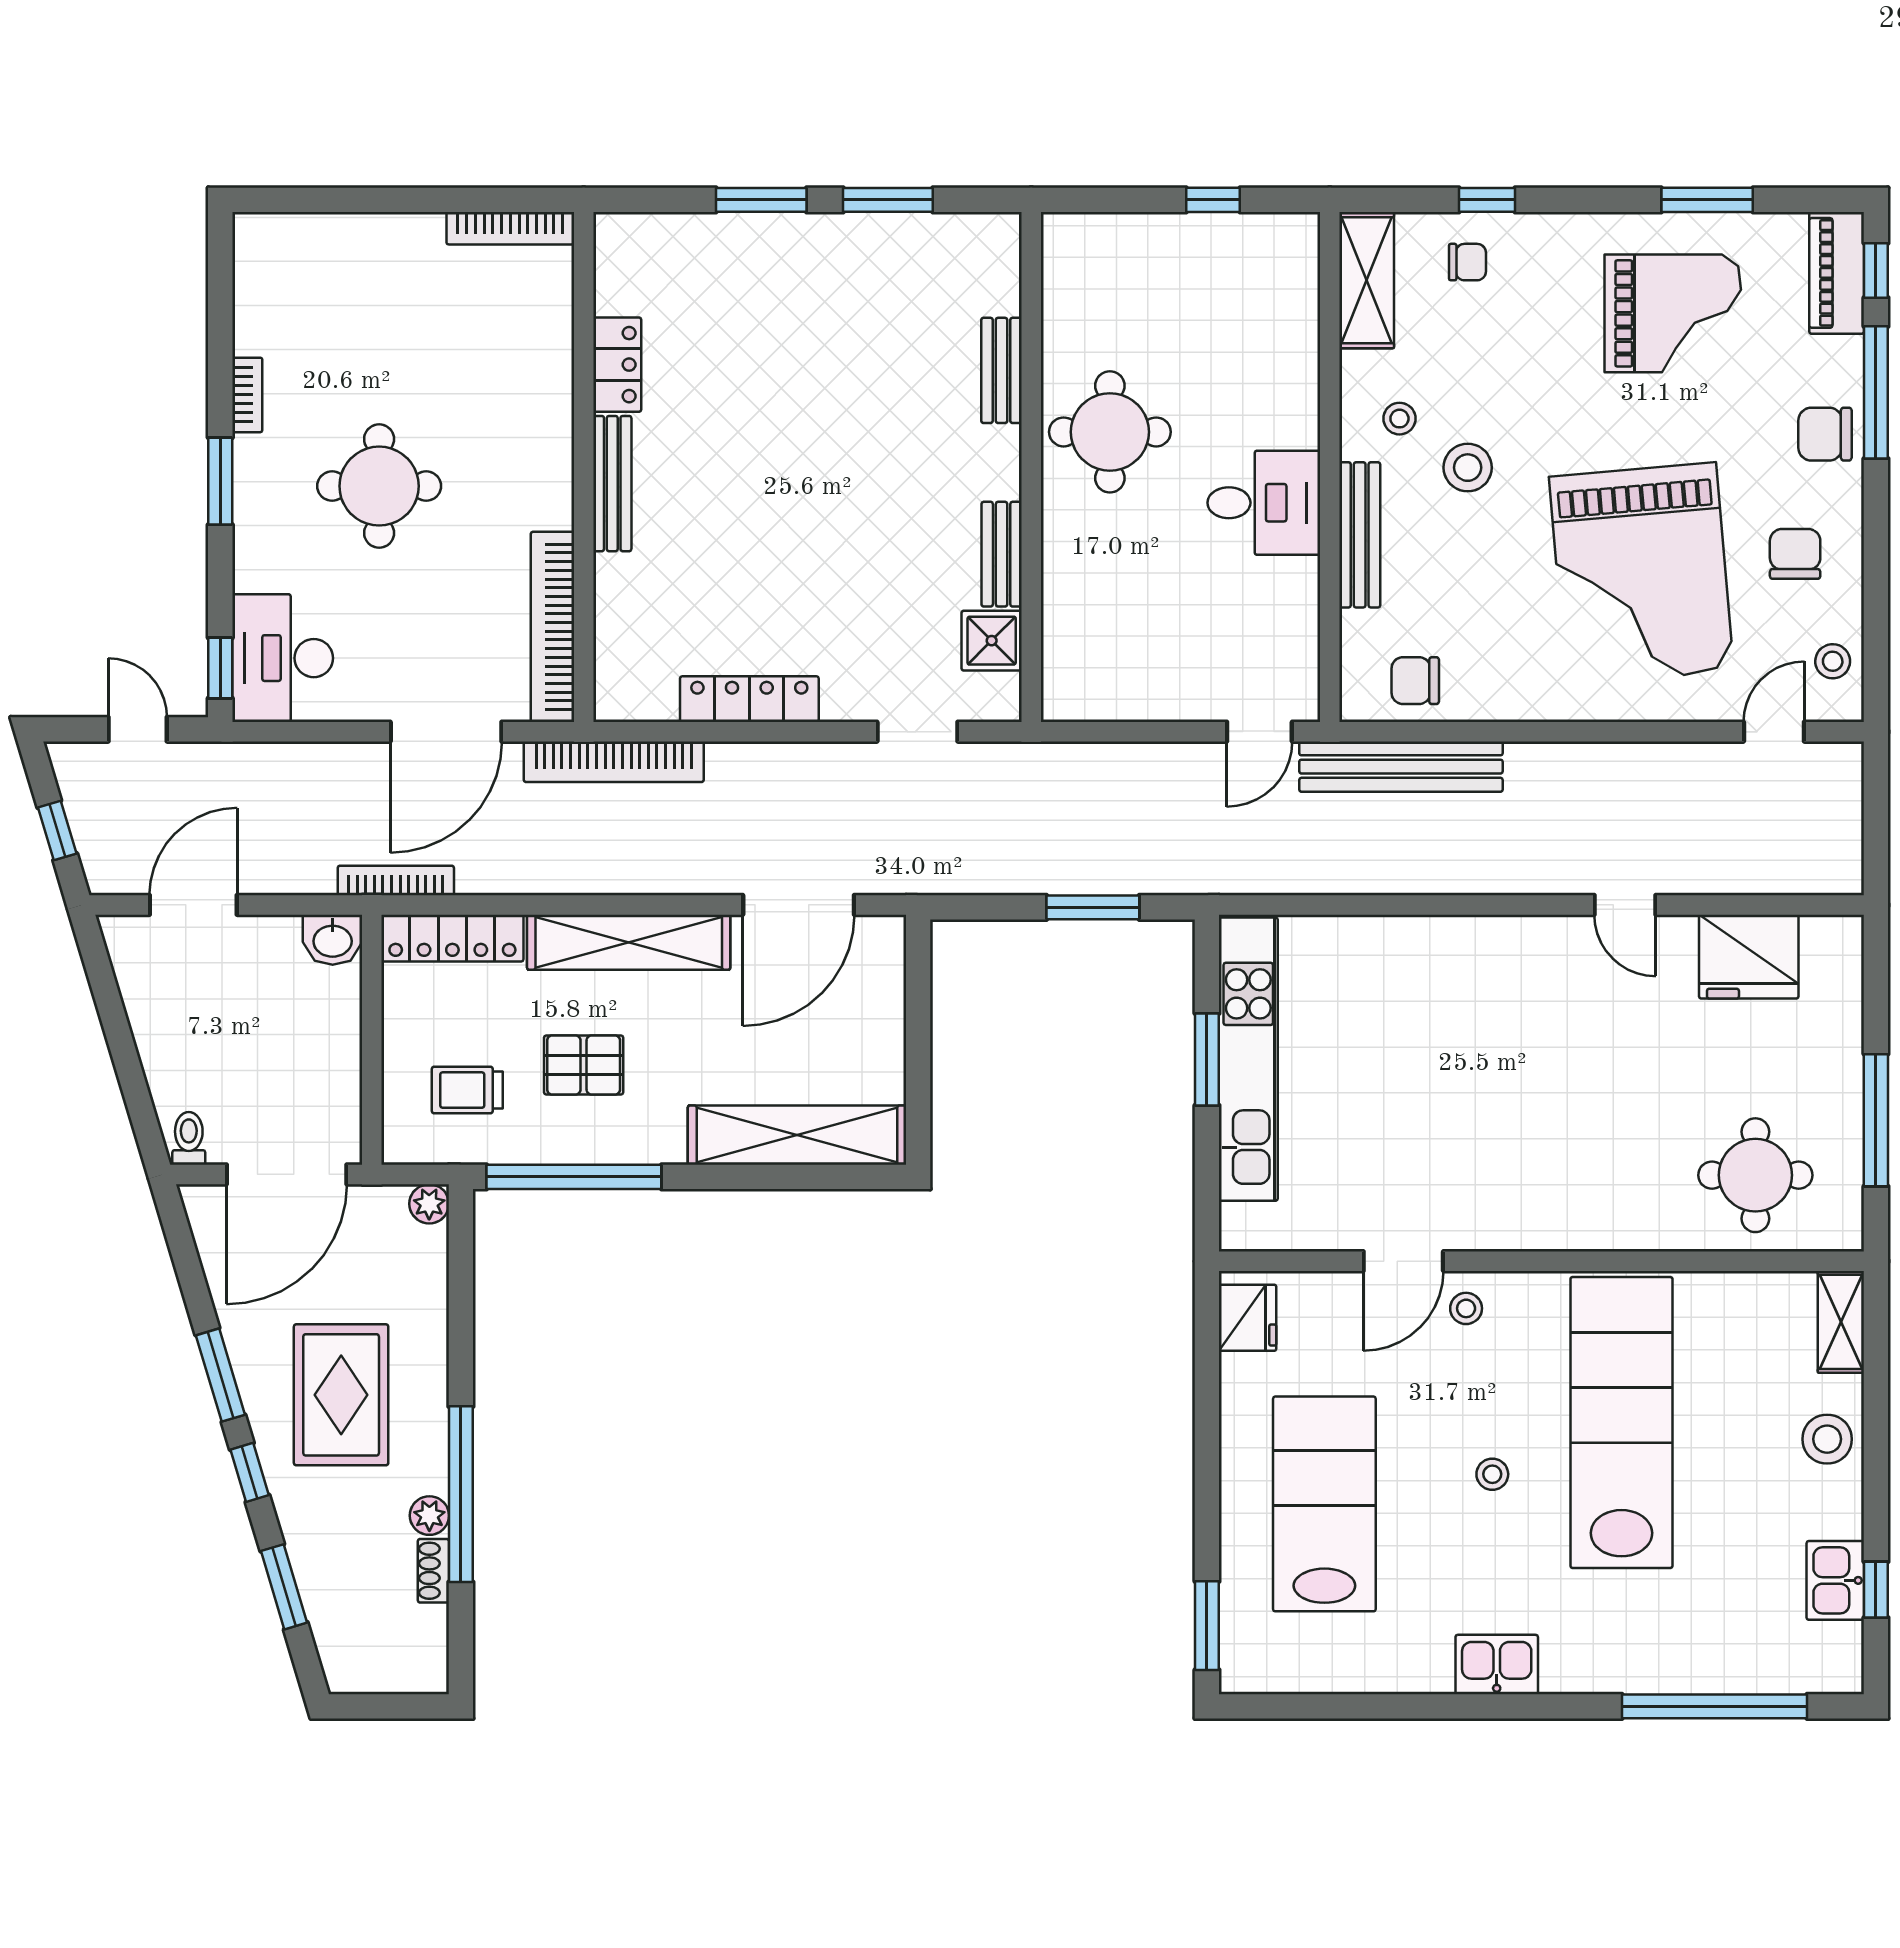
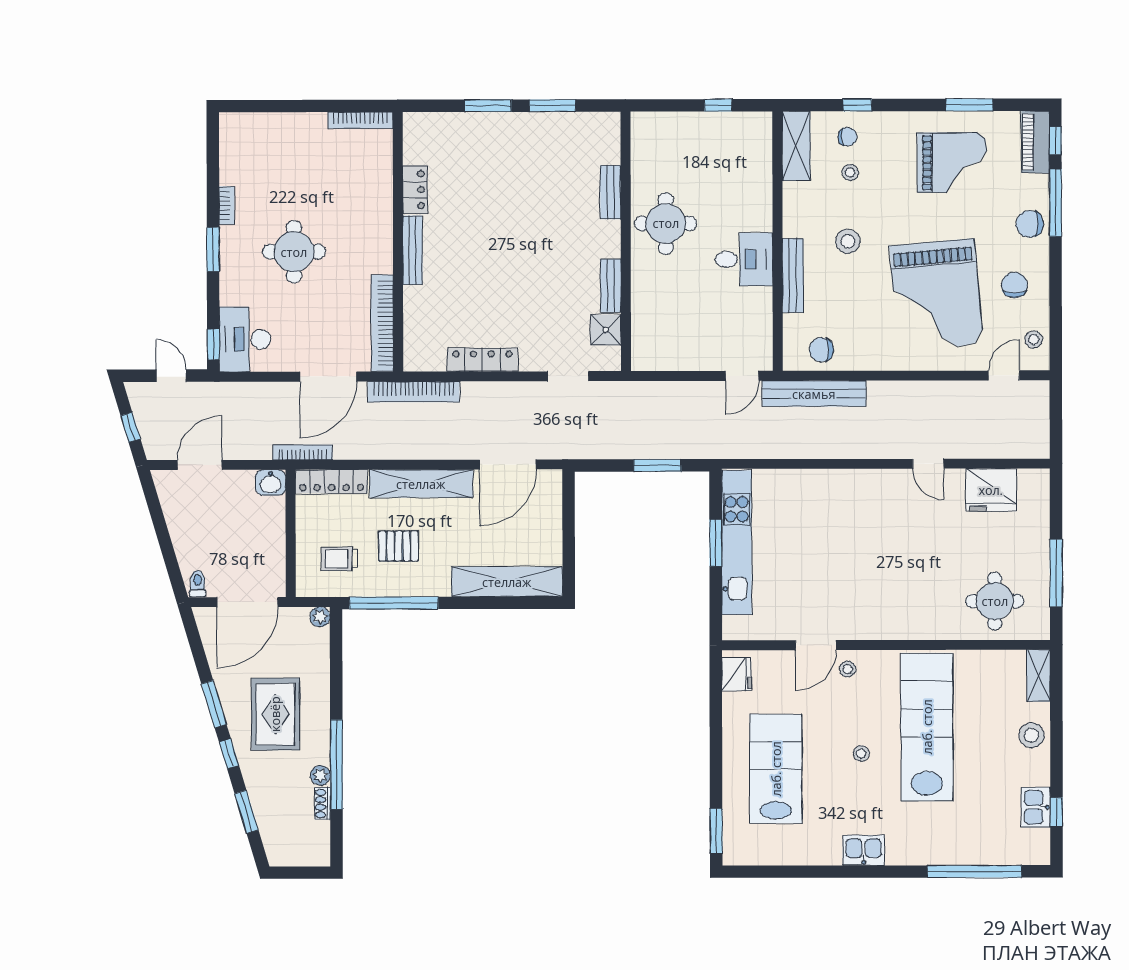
stool: (1399, 419) -> (850, 172), moved

